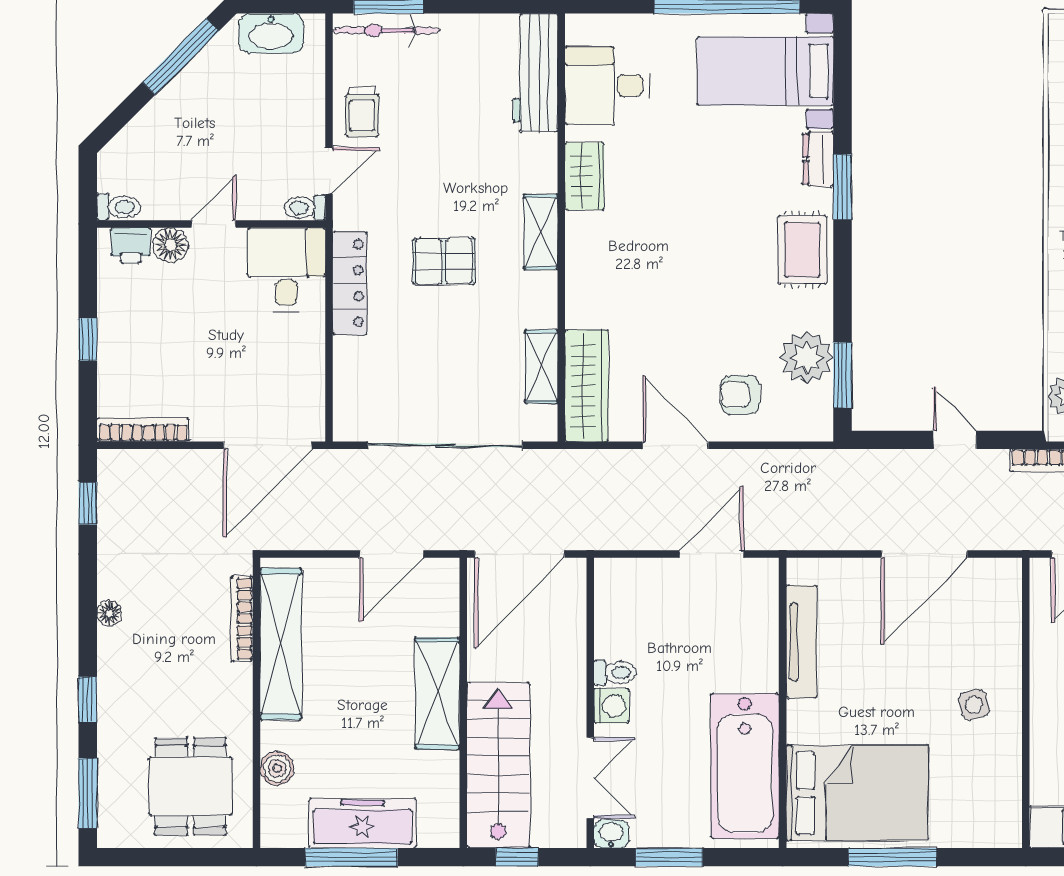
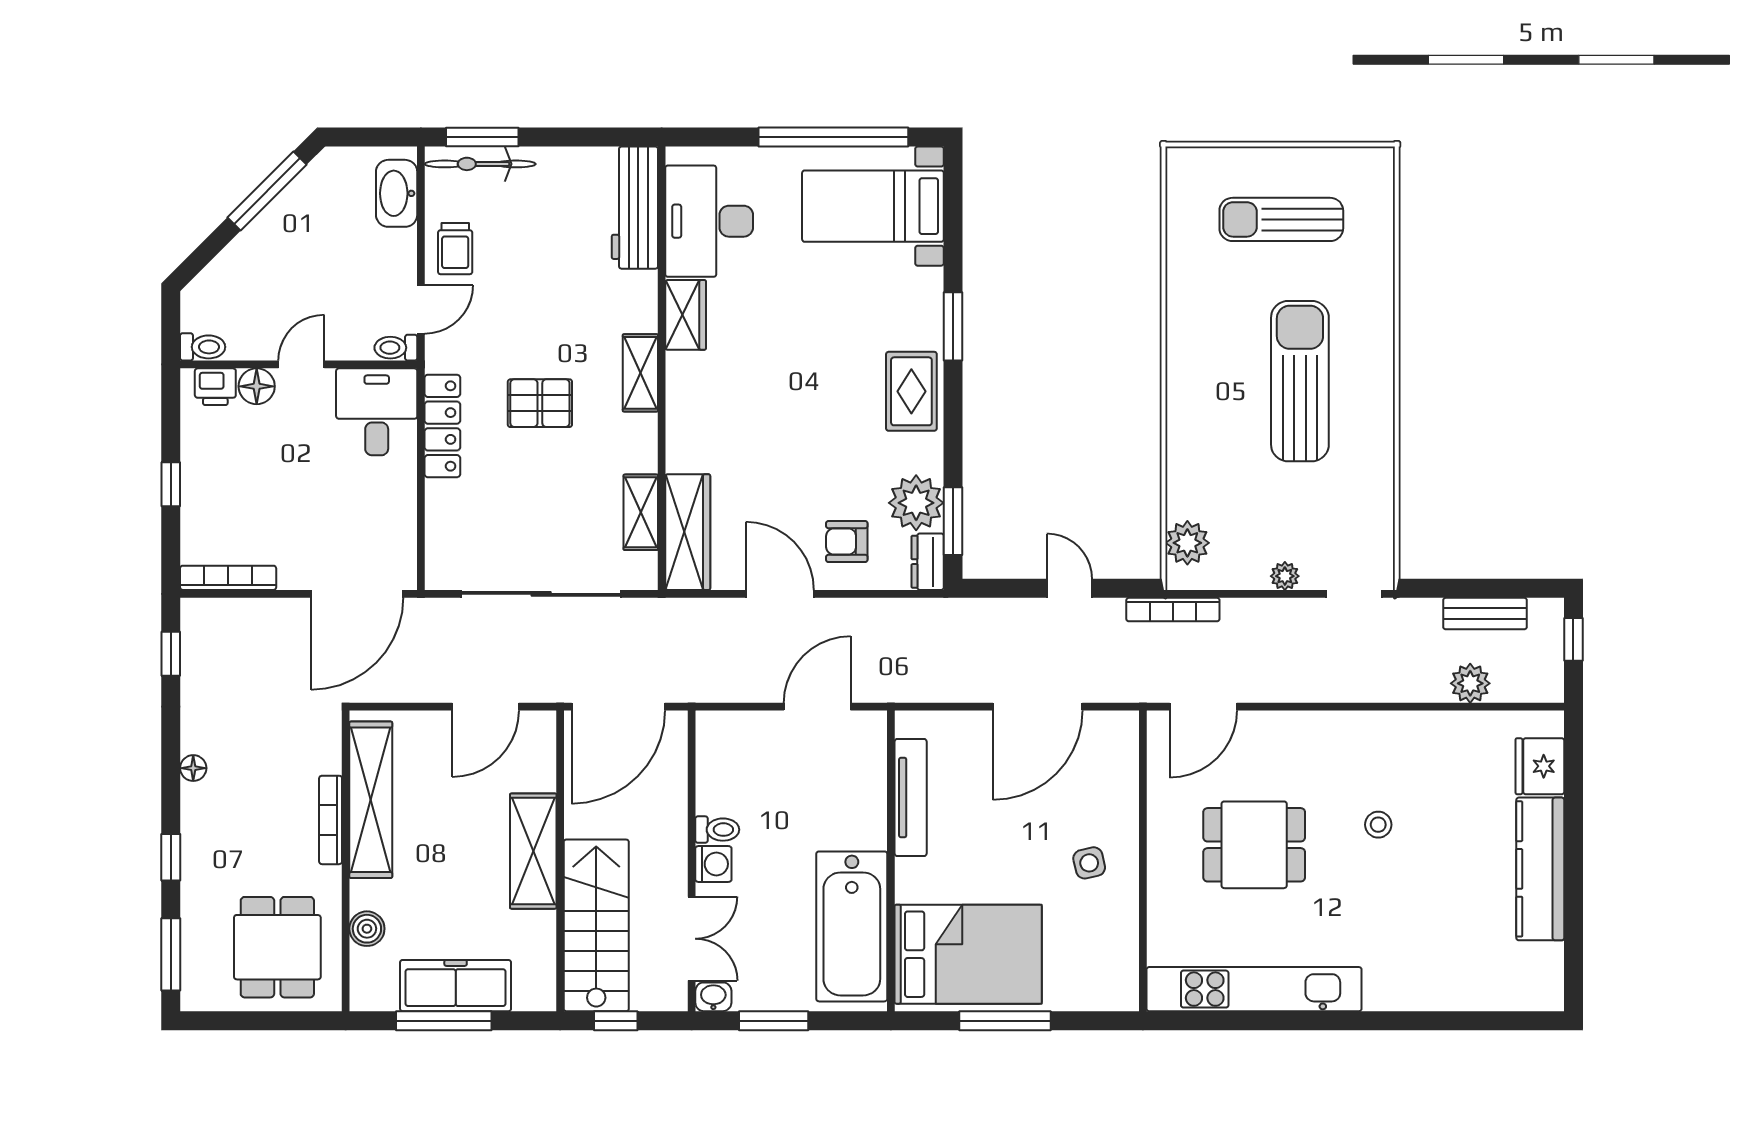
washbasin: (271, 33) -> (397, 193), moved, turned 90
desk: (607, 86) -> (709, 221), width x1.37
dresser: (818, 159) -> (928, 562), moved
bookcase: (242, 619) -> (331, 820), moved

